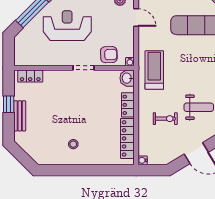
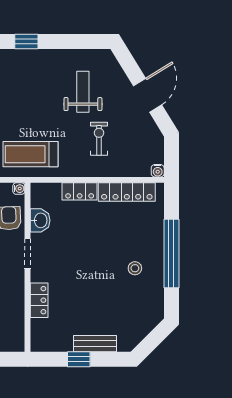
locker: (30, 76) -> (39, 300), moved
washbasin: (127, 78) -> (40, 220), moved, turned -90
window: (84, 170) -> (171, 254), added

